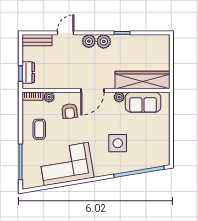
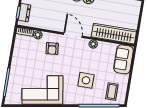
door: (92, 90) -> (73, 35), swing flipped
sofa: (143, 102) -> (124, 59), moved, turned 90
coffee table: (39, 129) -> (112, 91), moved

